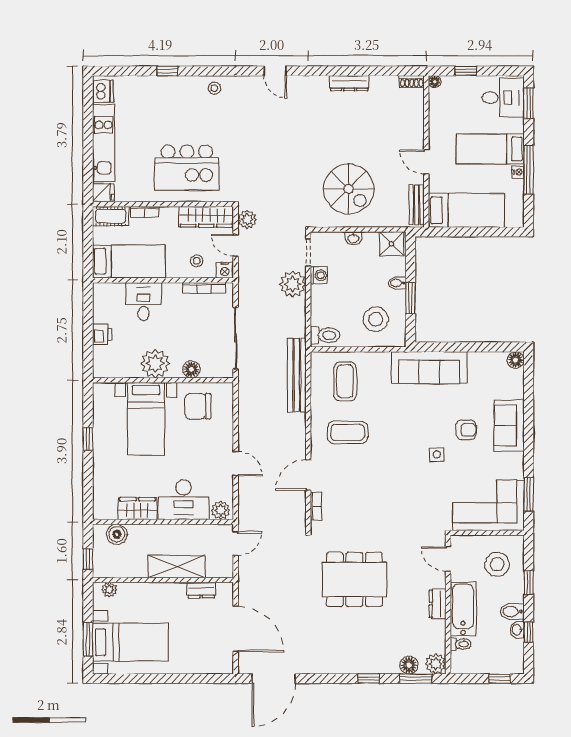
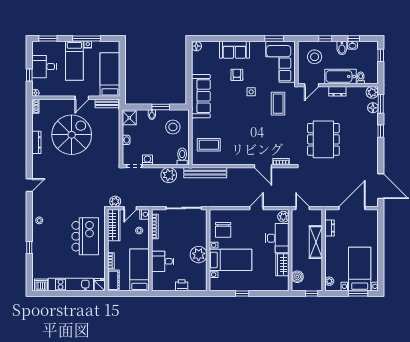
desk: (503, 98) -> (44, 67), moved, turned -90
spiral stairs: (349, 189) -> (72, 135), moved, width x1.37, depth x1.37
plant: (293, 284) -> (169, 175), moved
floor lamp: (191, 369) -> (202, 234), removed
coffee table: (348, 432) -> (278, 104), moved

